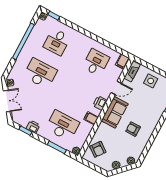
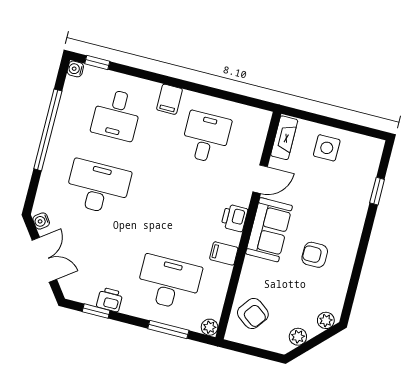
filing cabinet: (122, 61) -> (169, 99), moved

